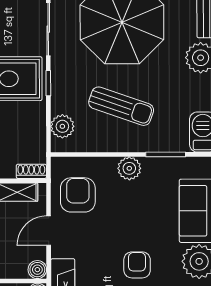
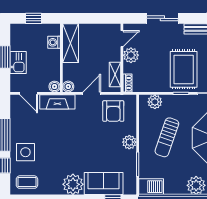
armchair: (78, 195) -> (113, 111), turned 90
door: (49, 231) -> (92, 93), hinge flipped
armchair: (137, 265) -> (71, 147), removed

